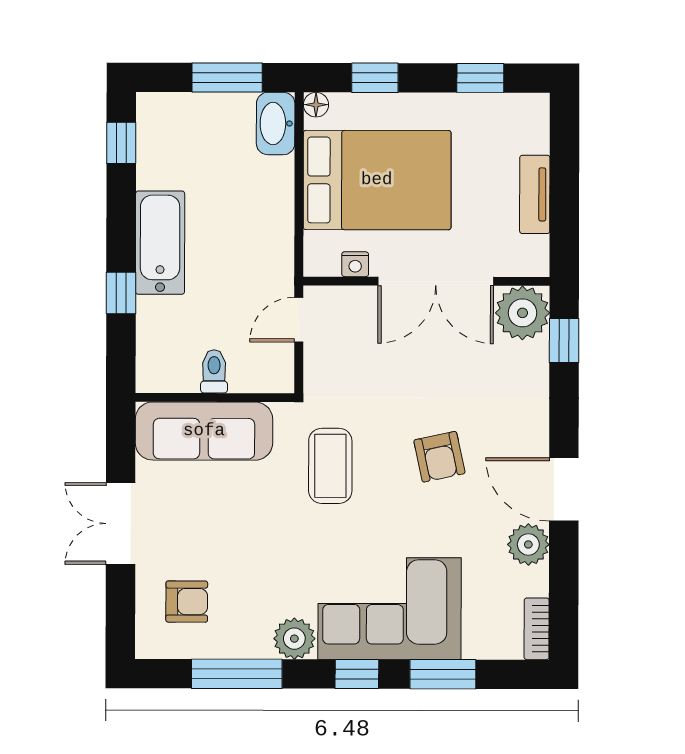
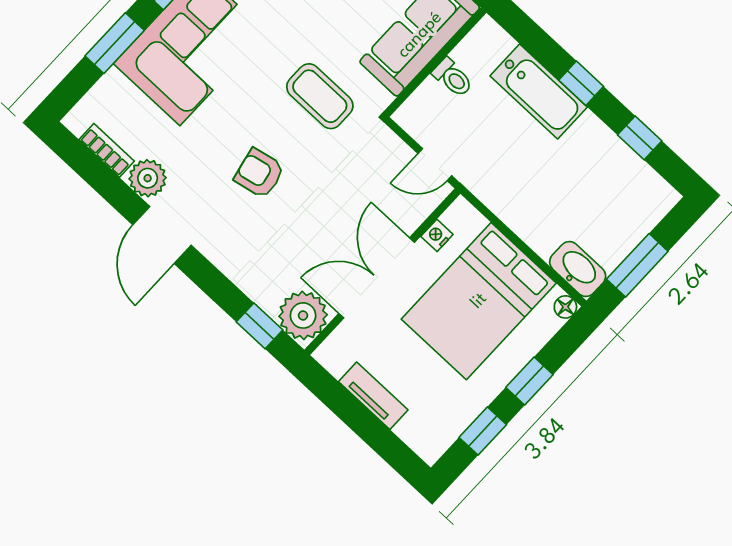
window: (375, 78) -> (529, 381), moved
window: (121, 143) -> (640, 138), moved
bathtub: (160, 243) -> (539, 91), moved
window: (121, 293) -> (581, 83), moved
door: (299, 320) -> (435, 165), swing flipped
door: (564, 489) -> (162, 235), swing flipped
bookcase: (537, 629) -> (107, 150), moved

